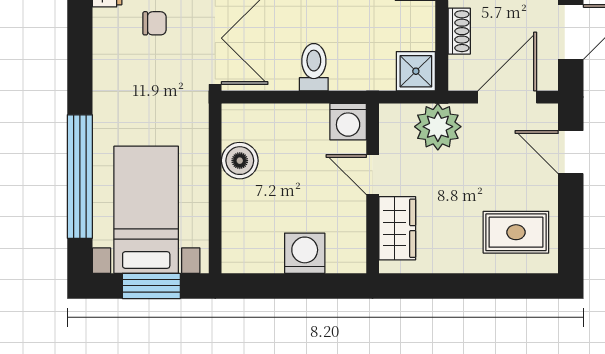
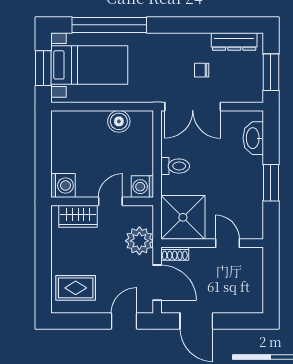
chair: (155, 23) -> (202, 70), turned 90
shoe rack: (459, 31) -> (175, 254), moved
shower: (416, 71) -> (183, 217), width x1.86, depth x1.86
rug: (516, 232) -> (76, 288), turned 90
washing machine: (305, 253) -> (63, 185), moved

